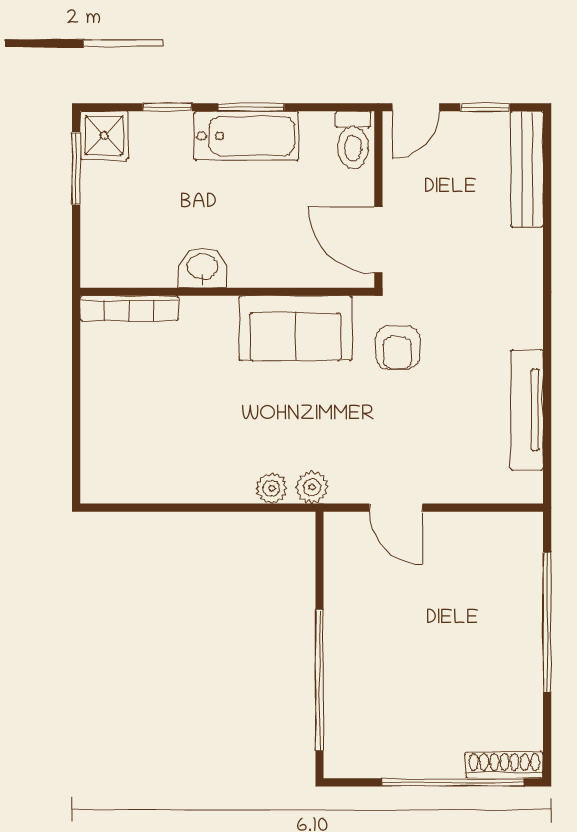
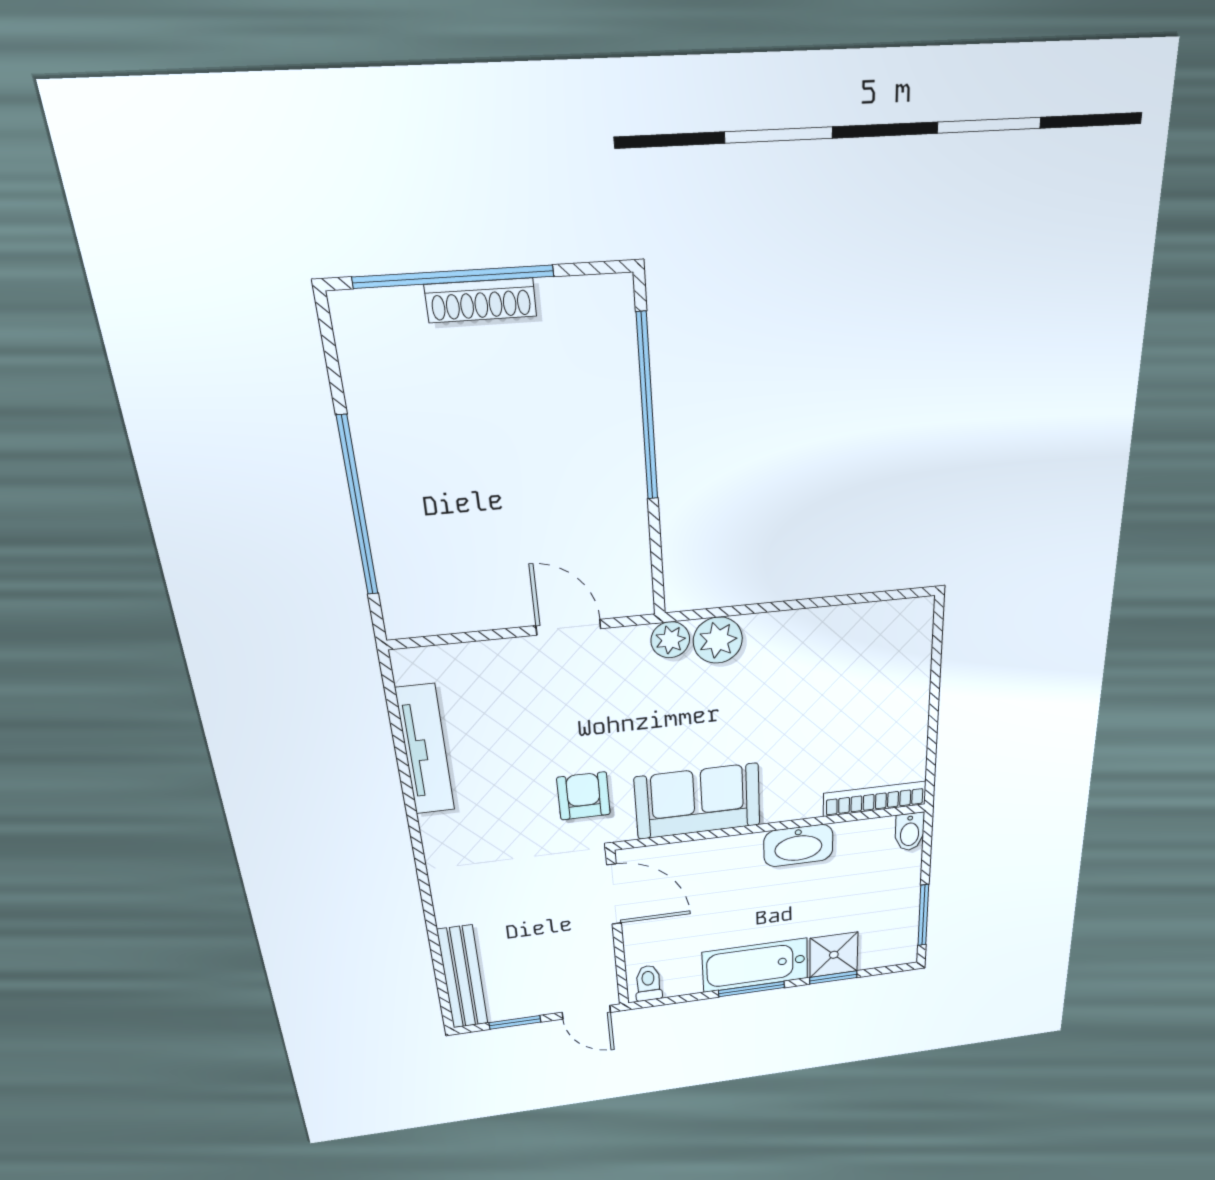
door: (416, 107) -> (586, 1012), swing flipped
shower: (104, 135) -> (834, 955), moved
toilet: (353, 140) -> (648, 983), width x0.73, depth x0.72
bidet: (94, 267) -> (910, 832), added
washbasin: (202, 268) -> (798, 846), width x1.38
plant: (271, 488) -> (718, 640), width x1.38, depth x1.38
shoe rack: (504, 765) -> (481, 300), moved

